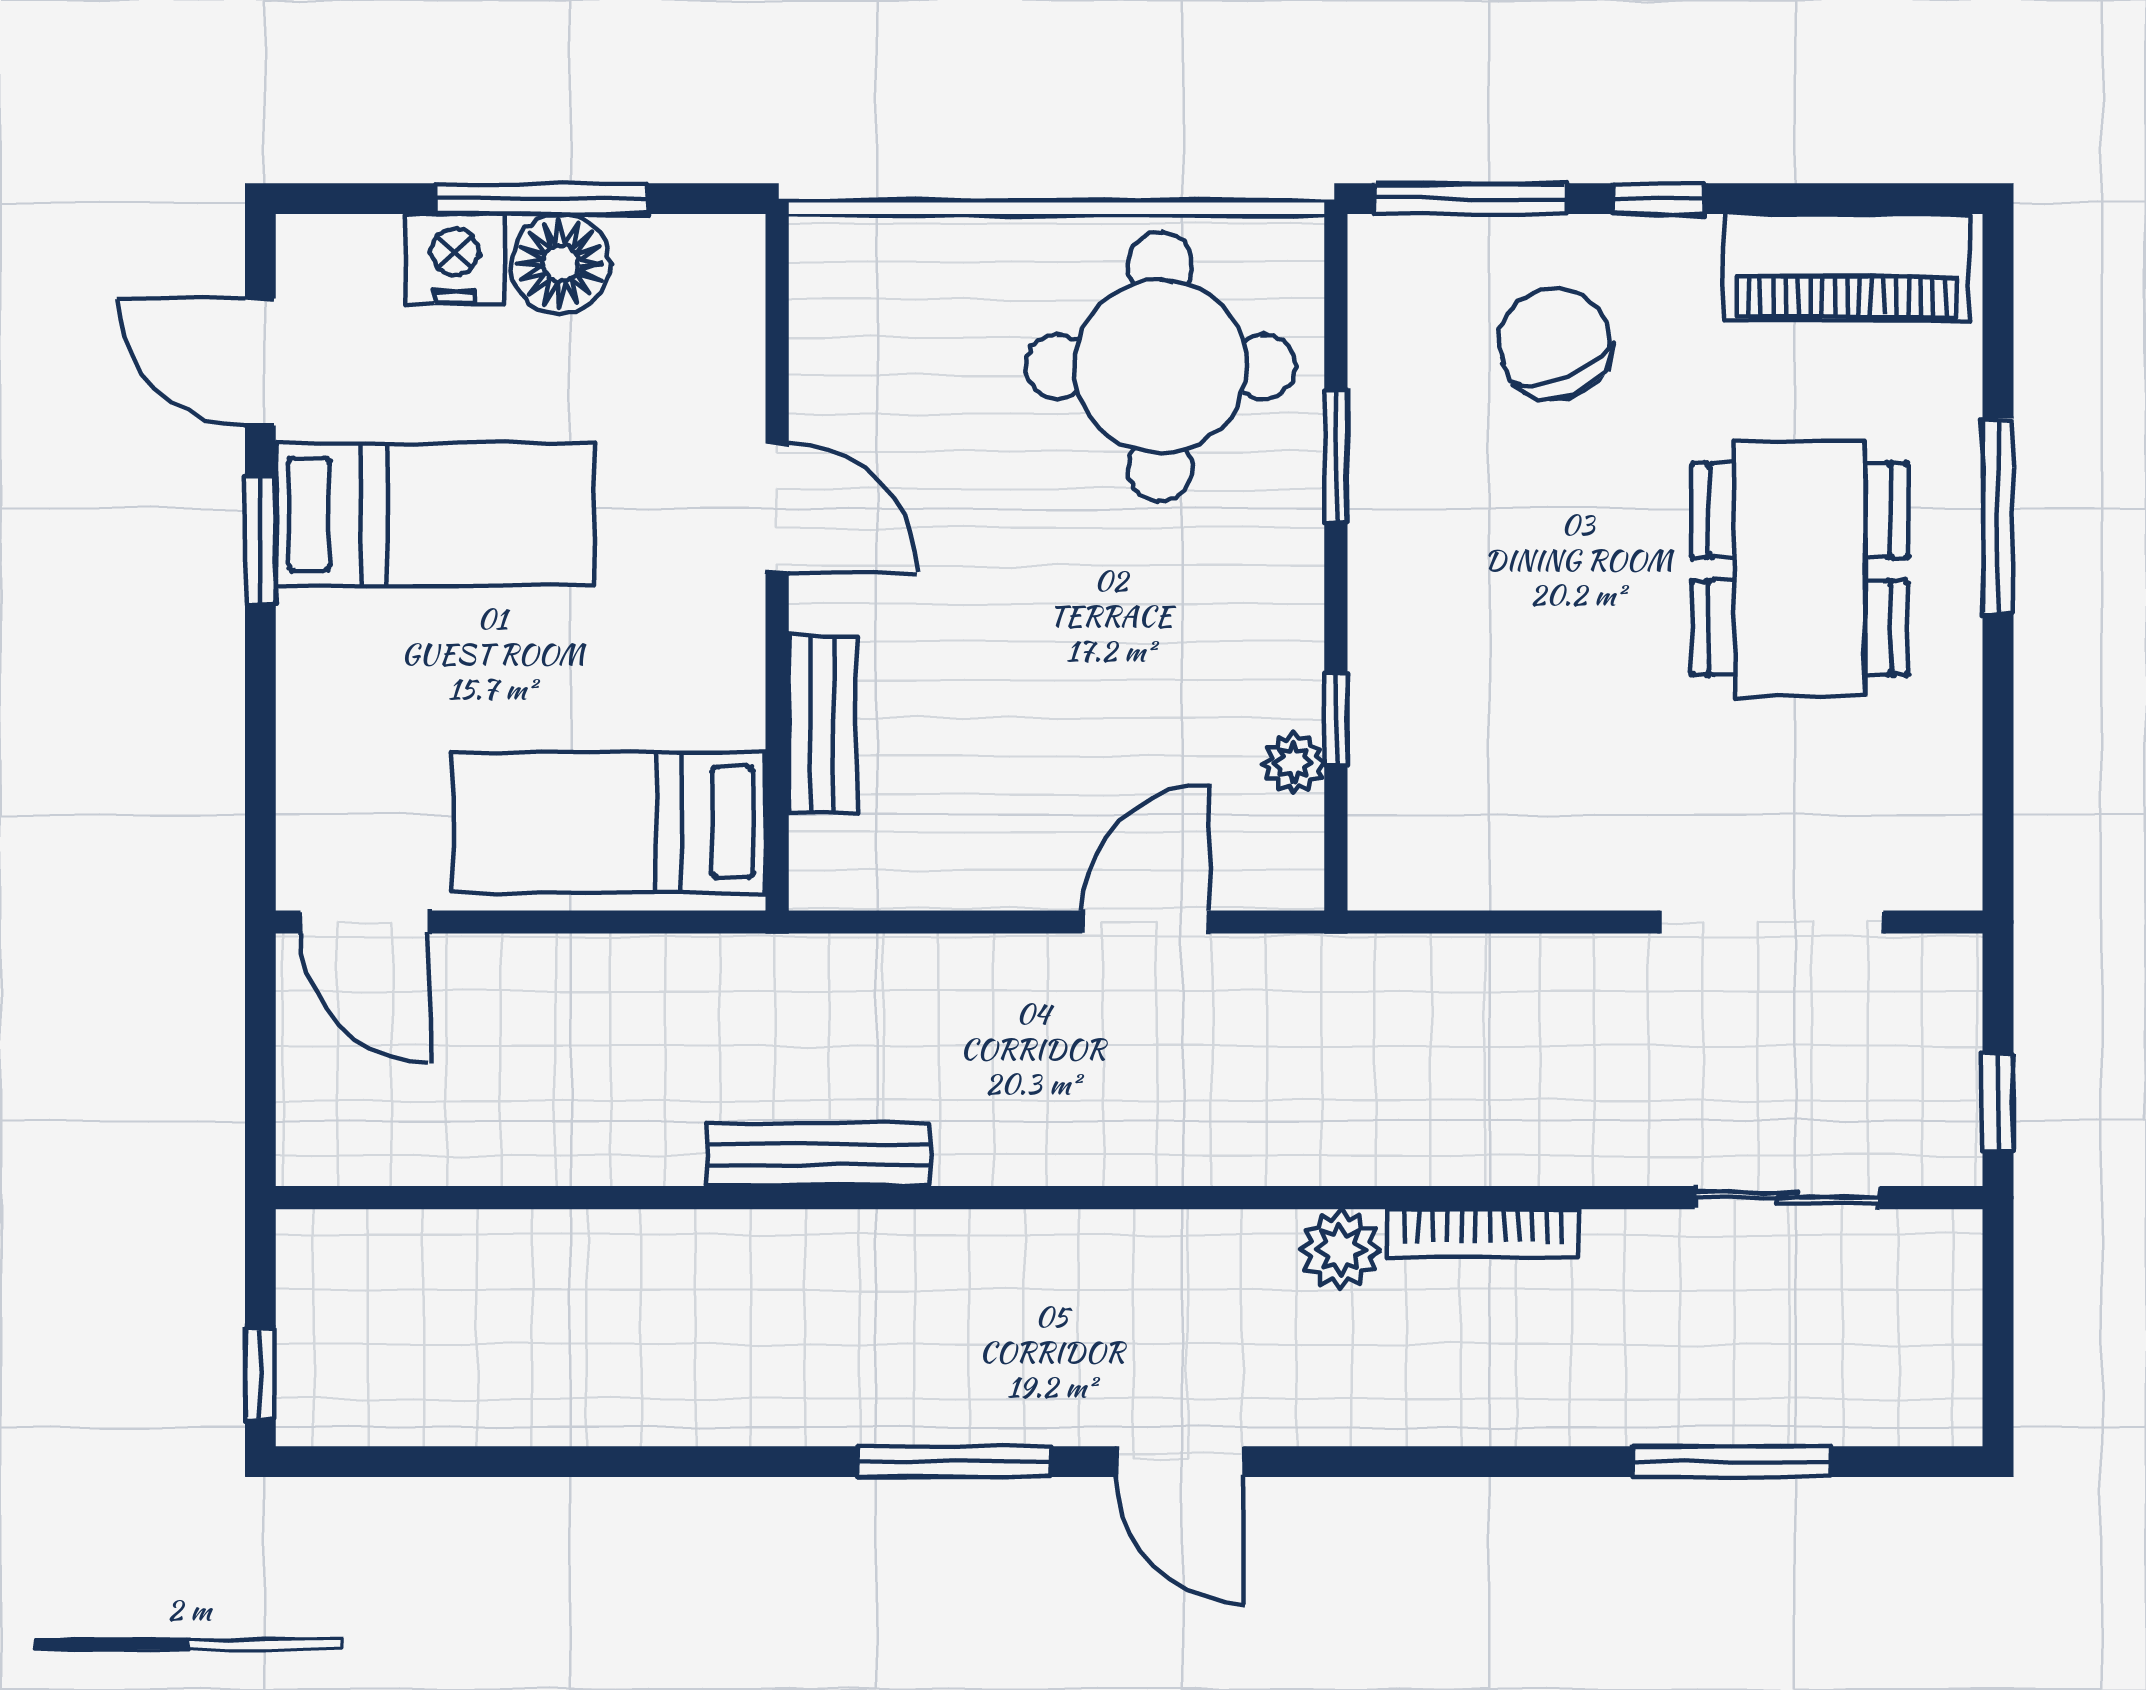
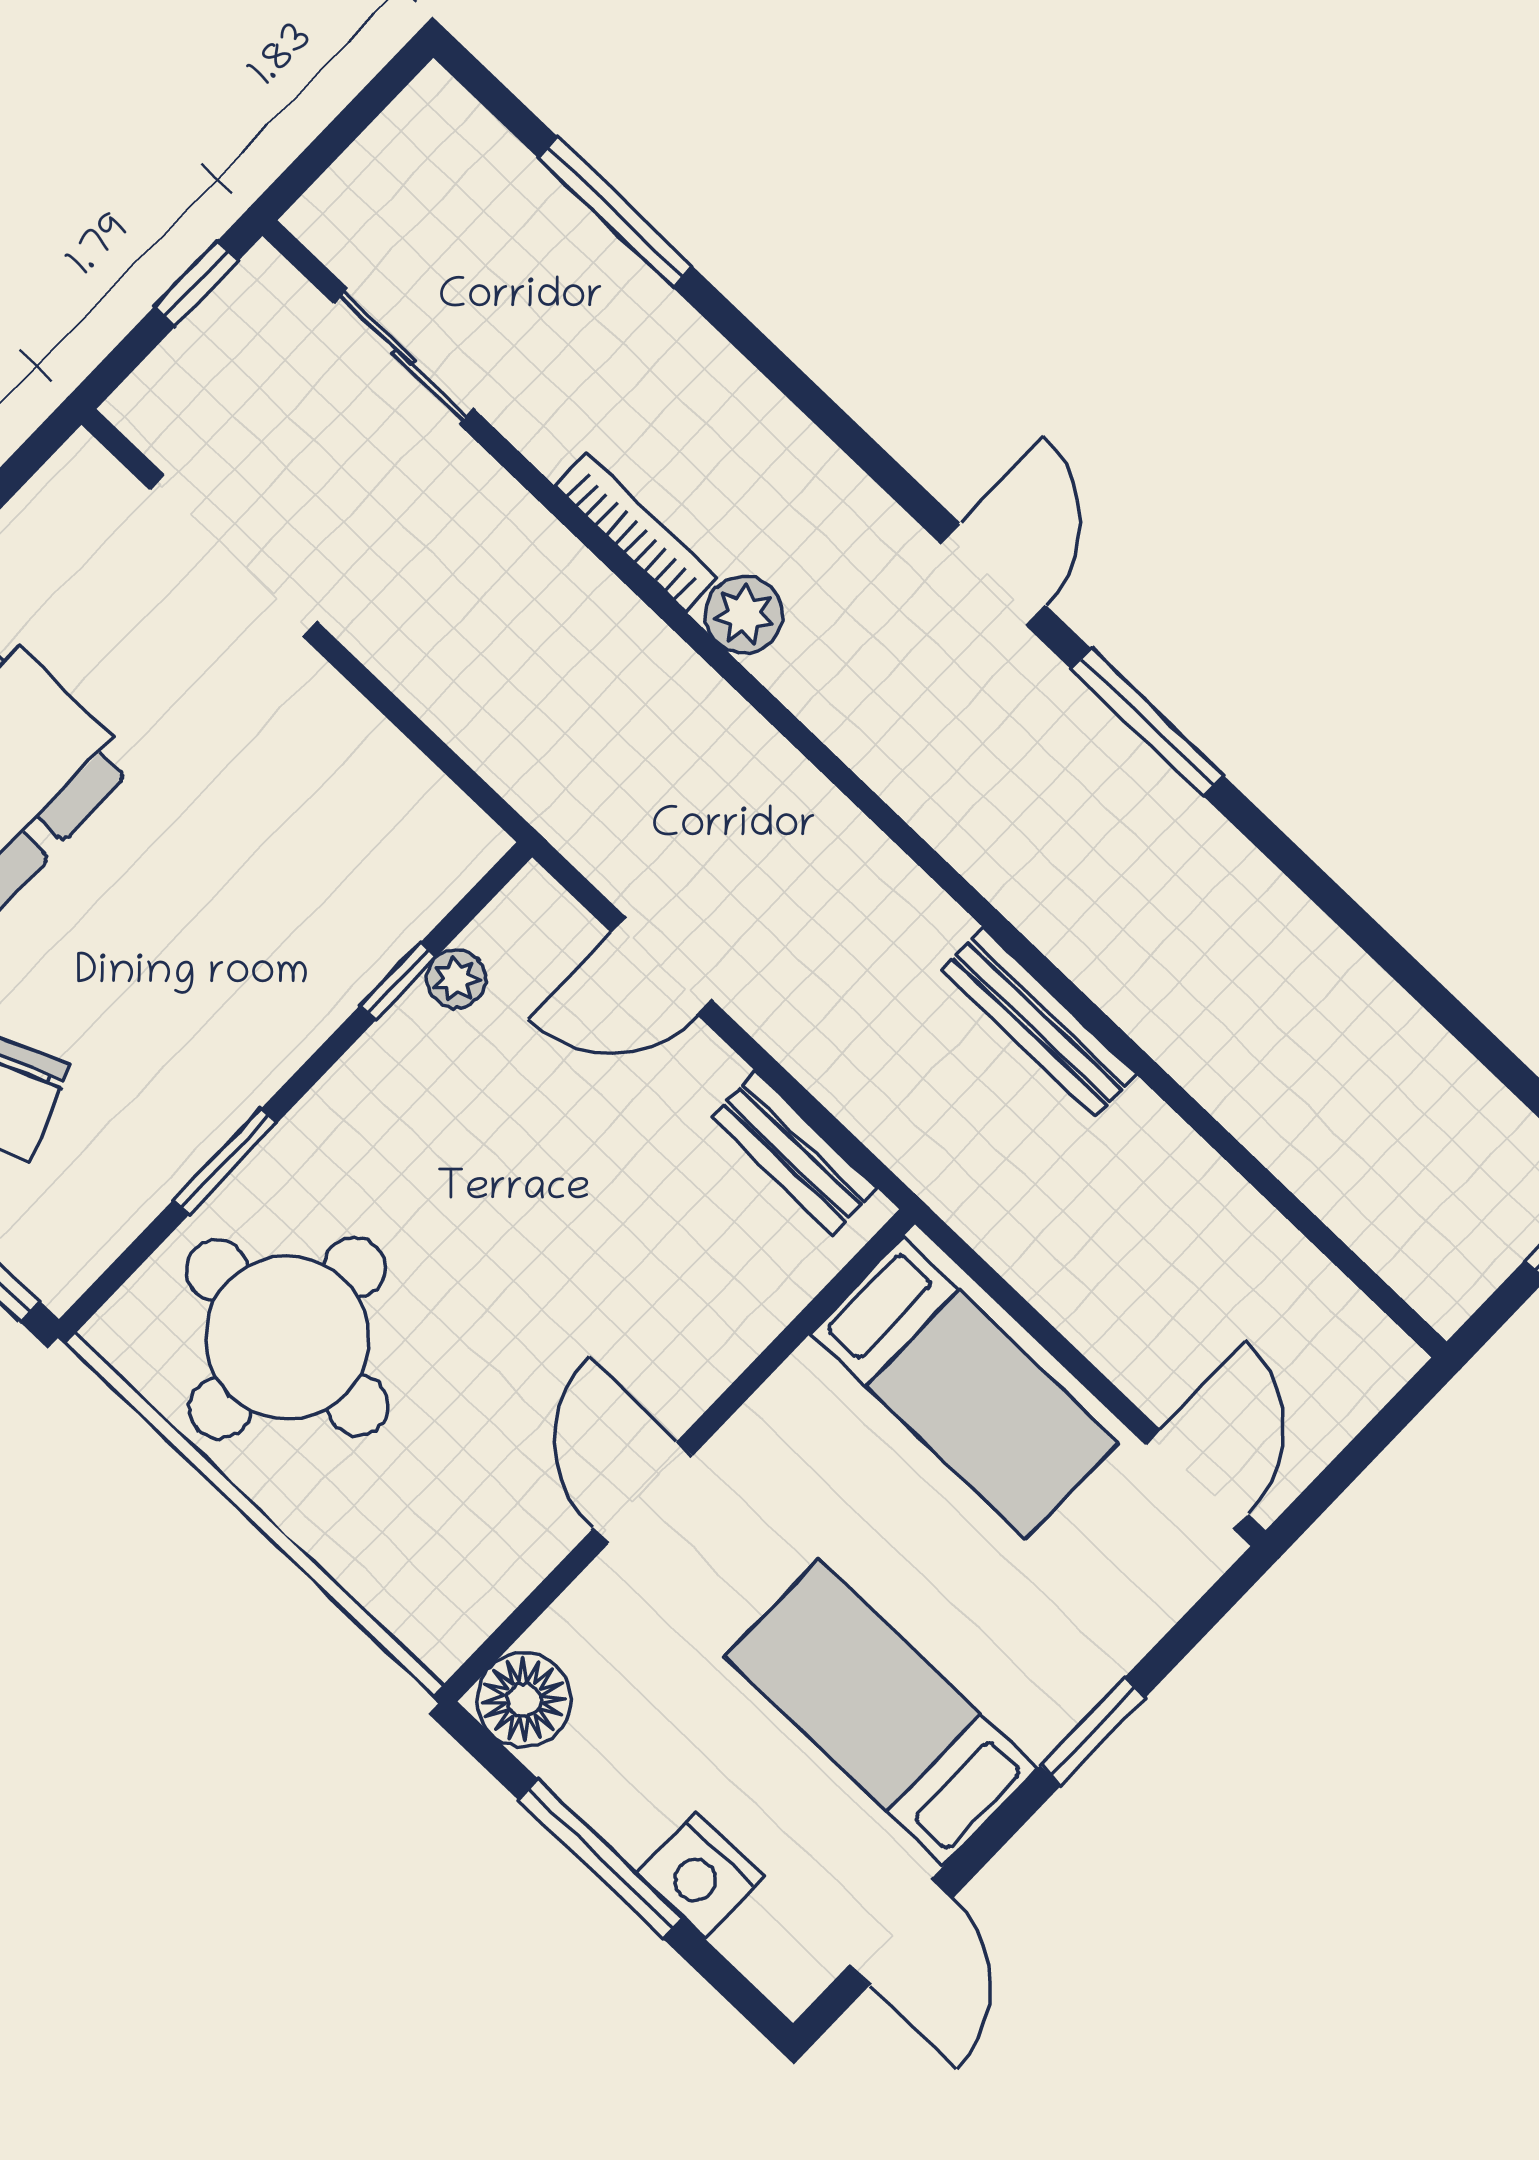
floor lamp: (561, 264) -> (524, 1700), moved
window: (260, 540) -> (1093, 1731), moved
bench: (823, 724) -> (794, 1153), moved, turned 90

